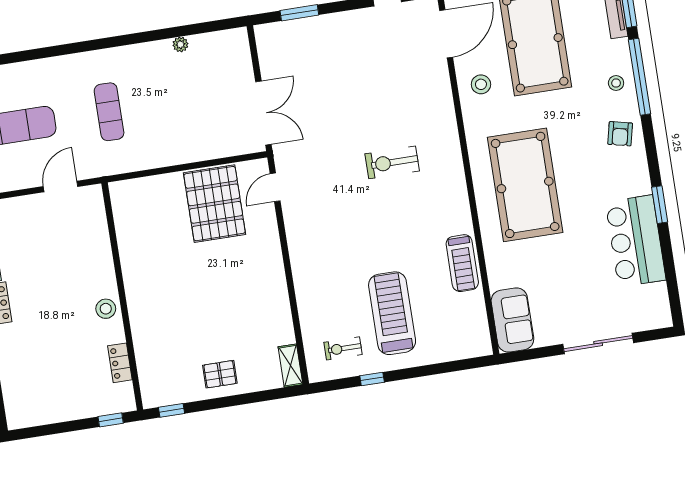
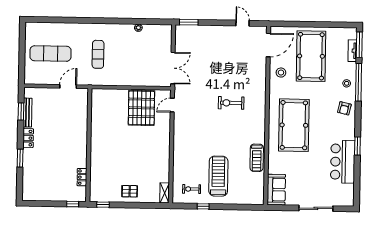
window: (299, 13) -> (189, 22), moved
stool: (106, 309) -> (80, 150), removed

